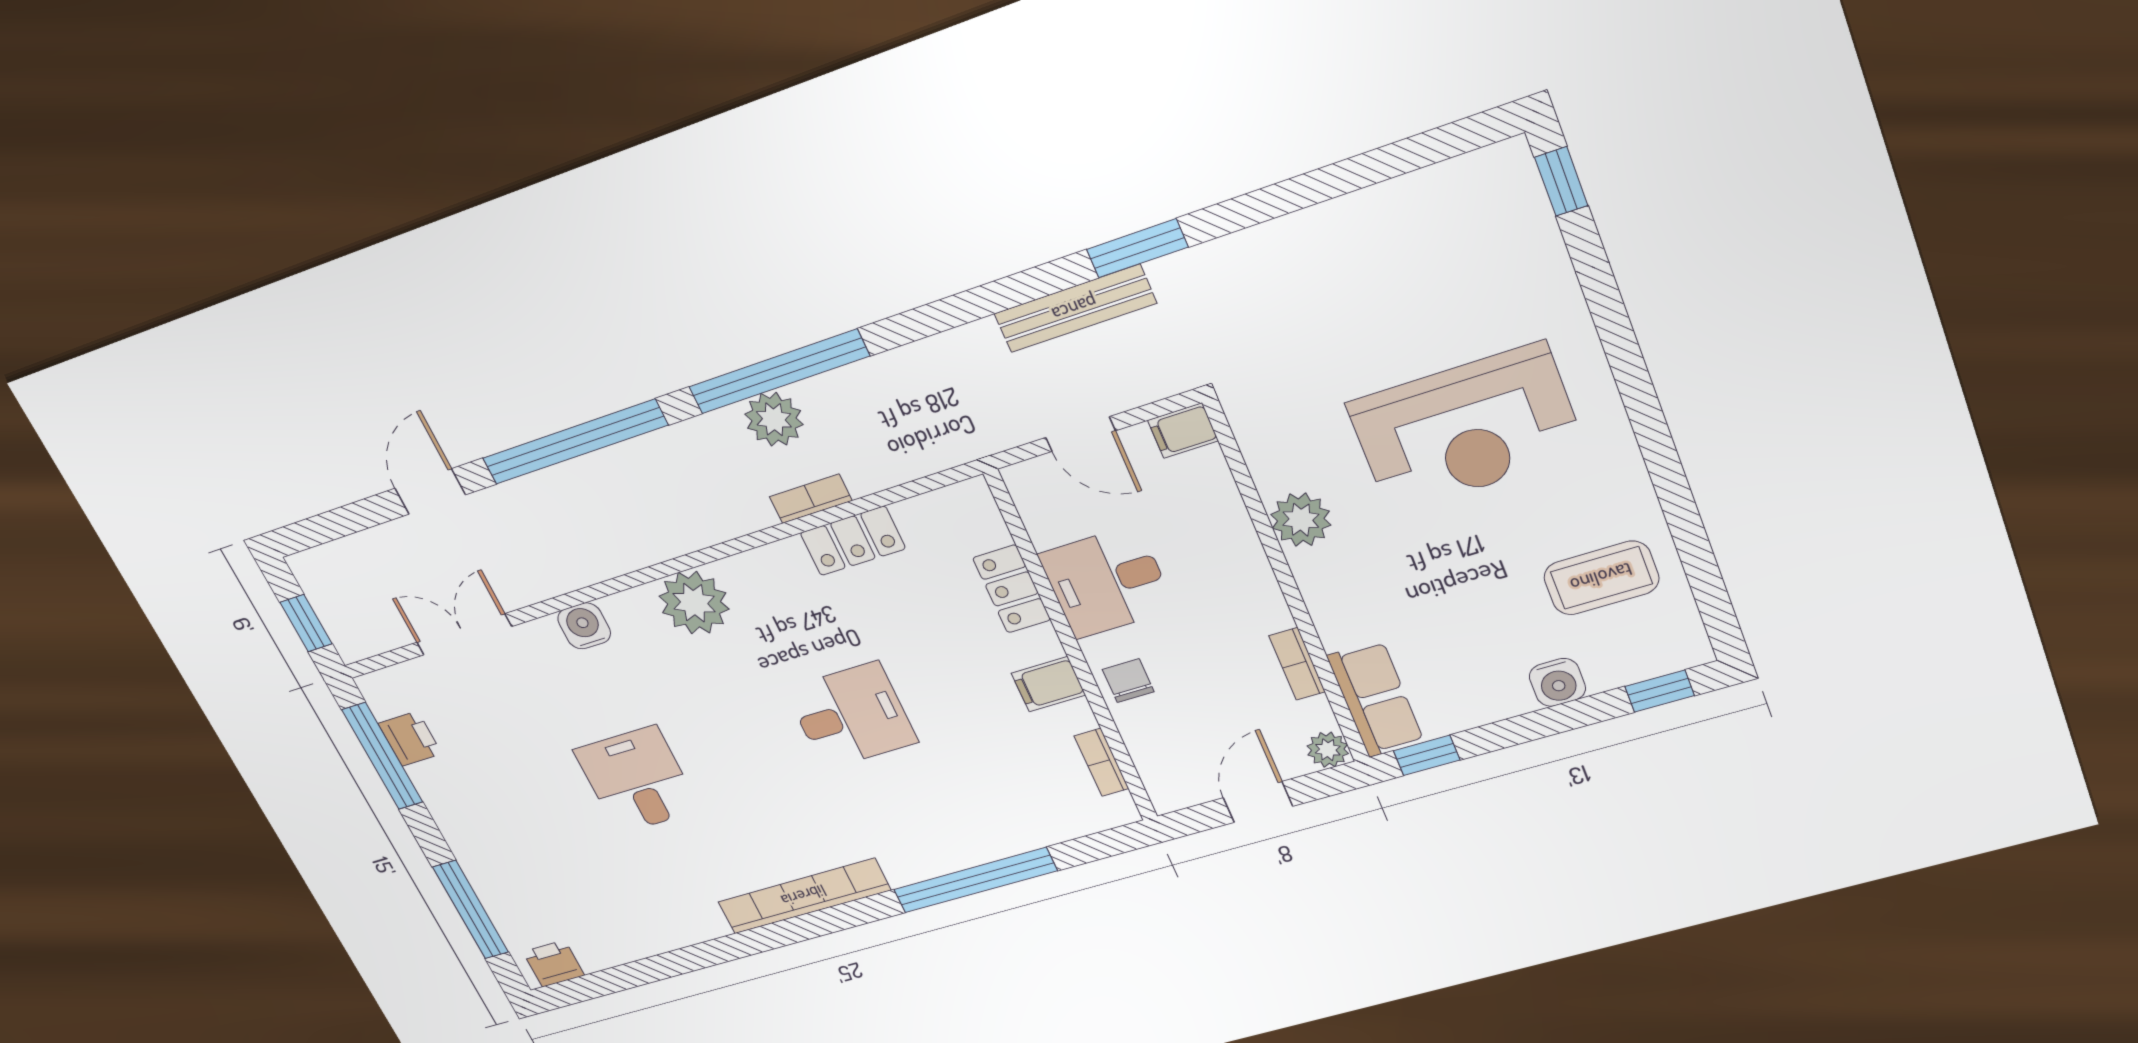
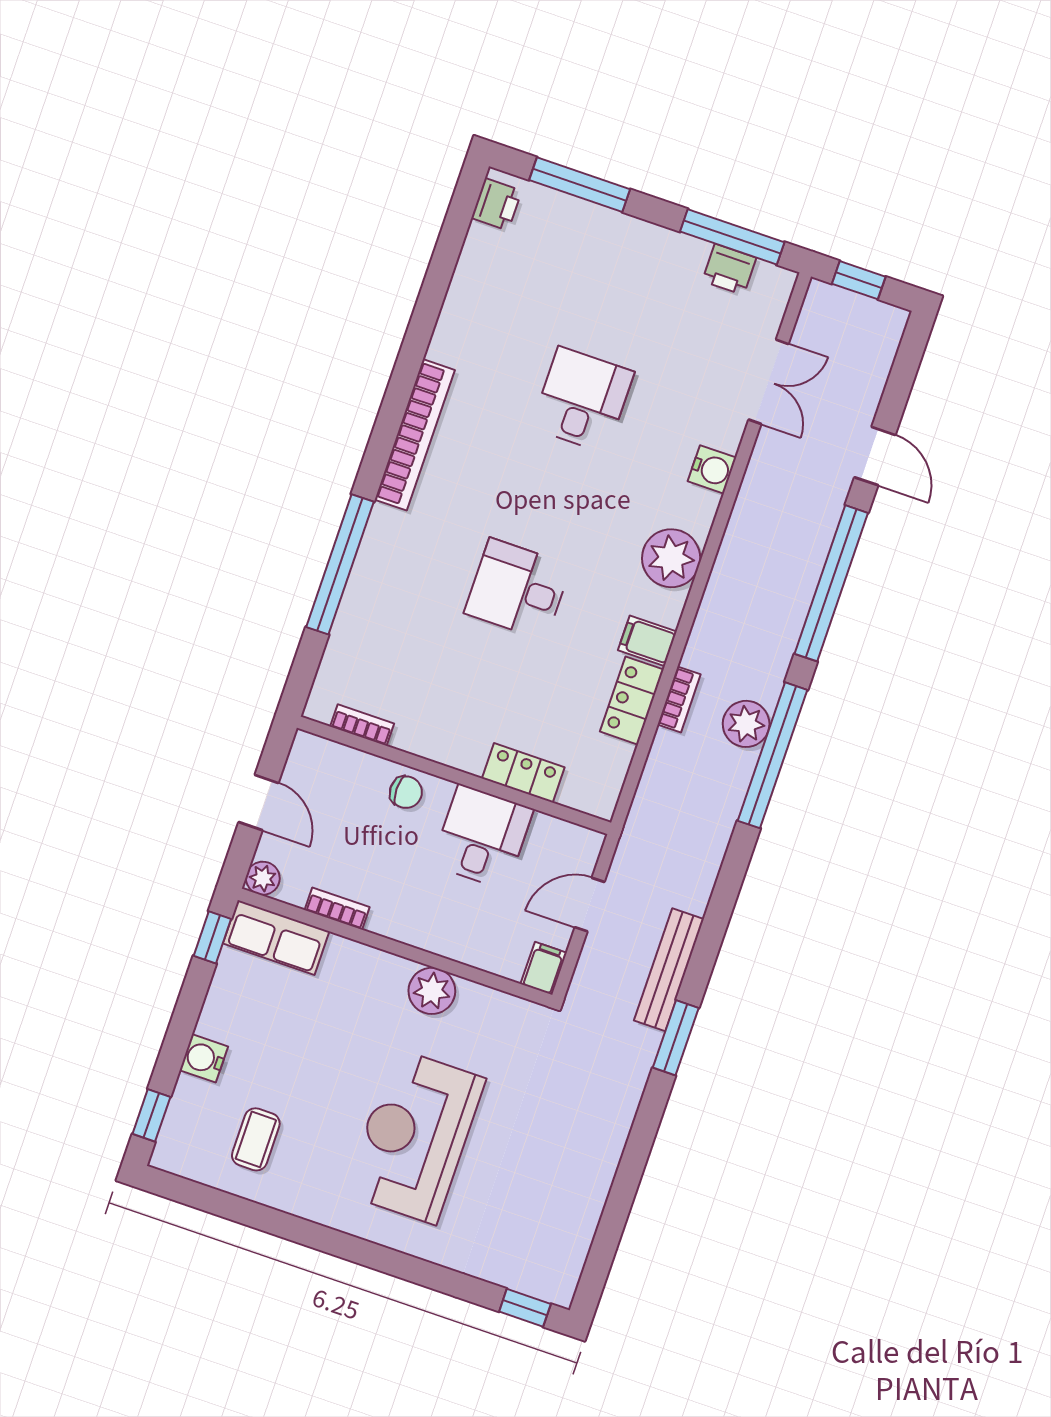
coffee table: (1601, 578) -> (256, 1139), width x0.73, depth x0.77
filing cabinet: (1048, 684) -> (647, 641), moved, turned -90
desk: (851, 716) -> (518, 589), turned 90
desk: (637, 780) -> (583, 400), turned -90

